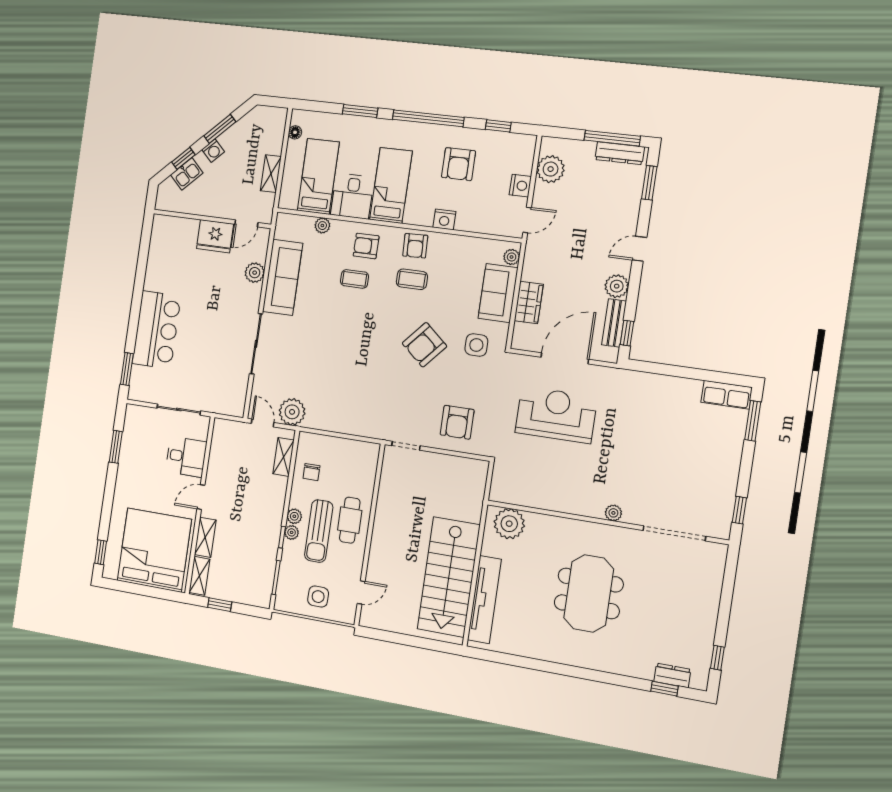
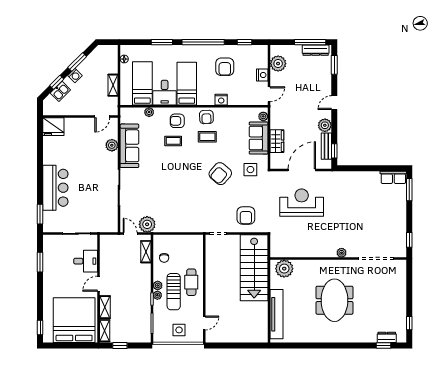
fridge: (215, 236) -> (53, 127), moved
stairs: (449, 577) -> (254, 268), moved

